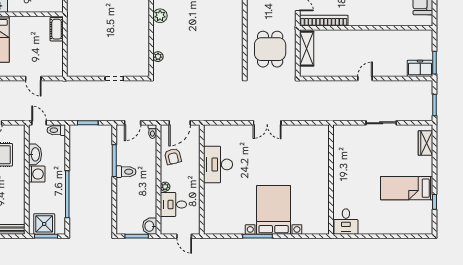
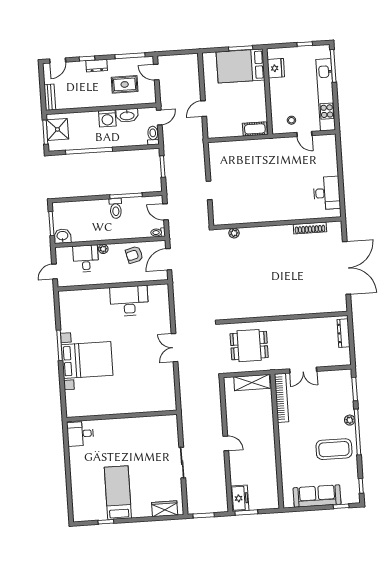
plant: (160, 16) -> (275, 232), removed
door: (180, 123) -> (169, 259), hinge flipped

